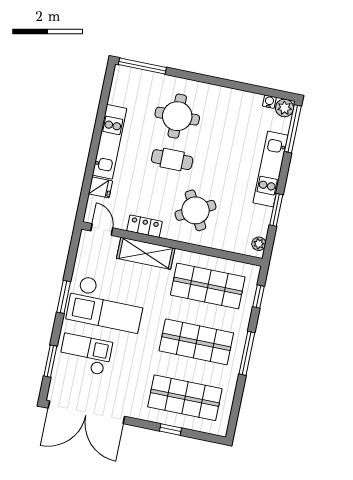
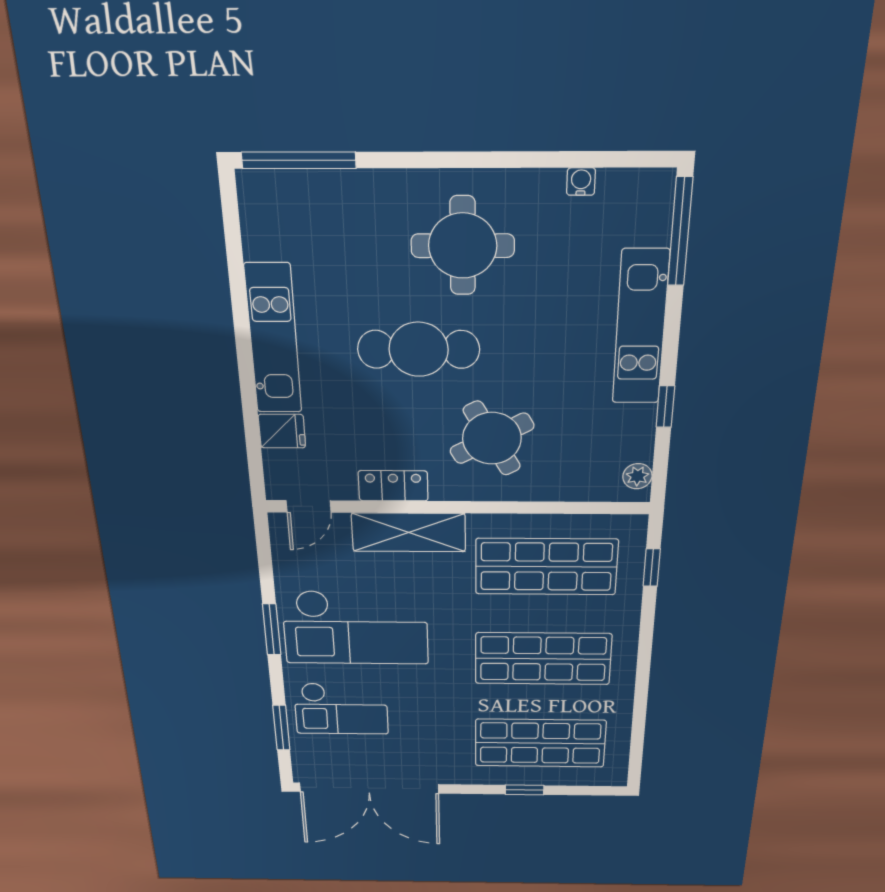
water cooler: (269, 102) -> (581, 182), moved
plant: (285, 108) -> (654, 189), removed
round table: (177, 116) -> (463, 246), moved
cafe table: (172, 160) -> (419, 349), width x1.37, depth x1.35
window: (276, 210) -> (665, 407), width x0.67
door: (102, 229) -> (309, 506), swing flipped
window: (247, 353) -> (644, 661), removed
checkout: (85, 354) -> (341, 709), turned 180

